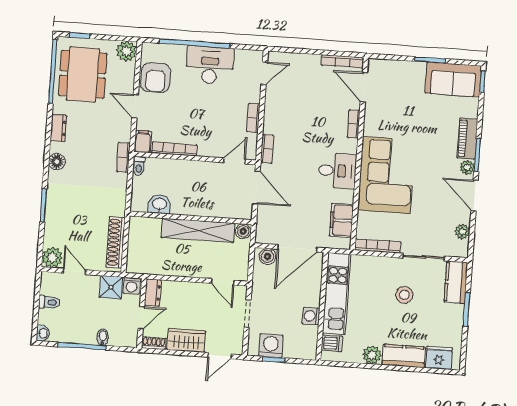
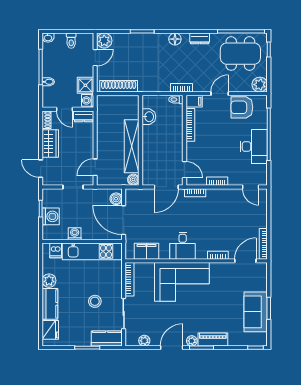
sofa: (453, 79) -> (256, 312), moved
washing machine: (271, 346) -> (51, 216), moved

